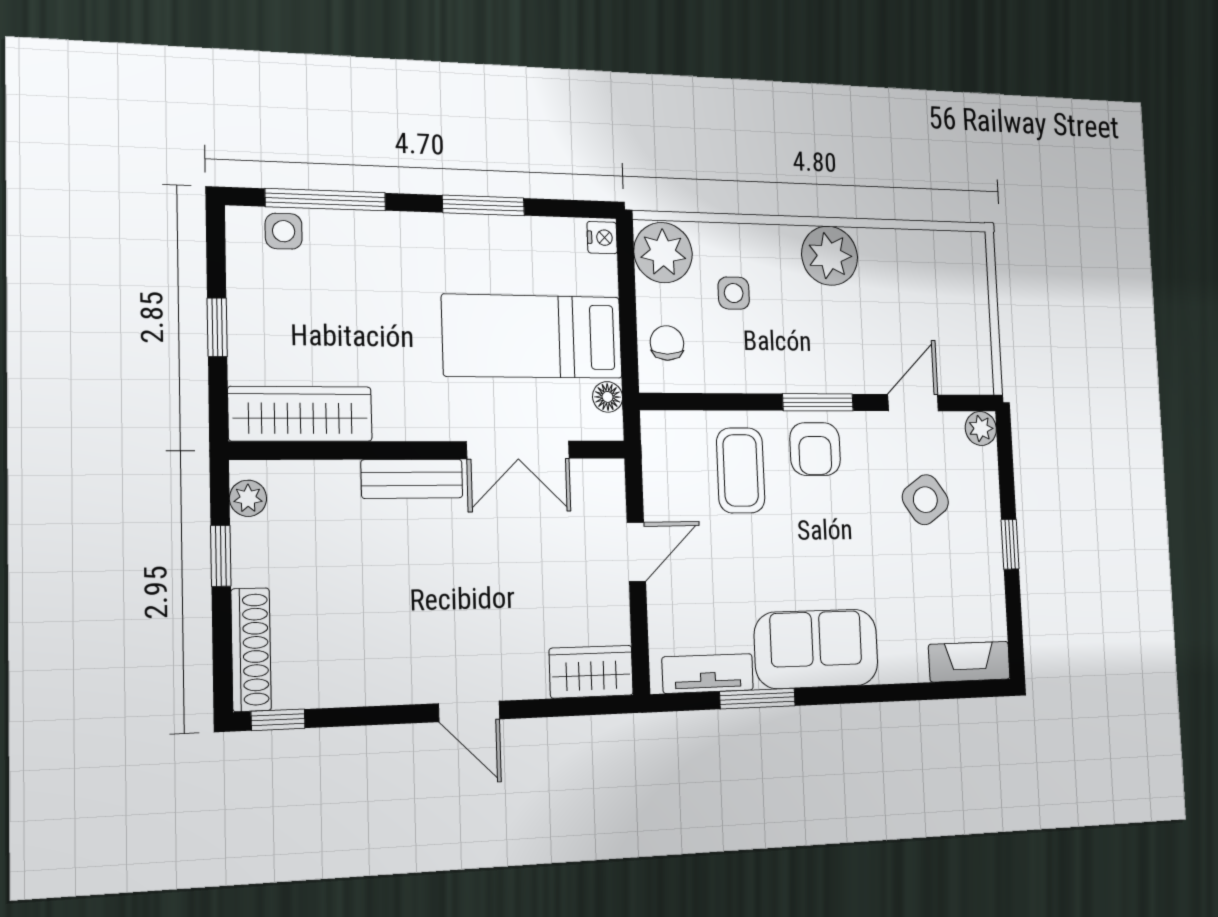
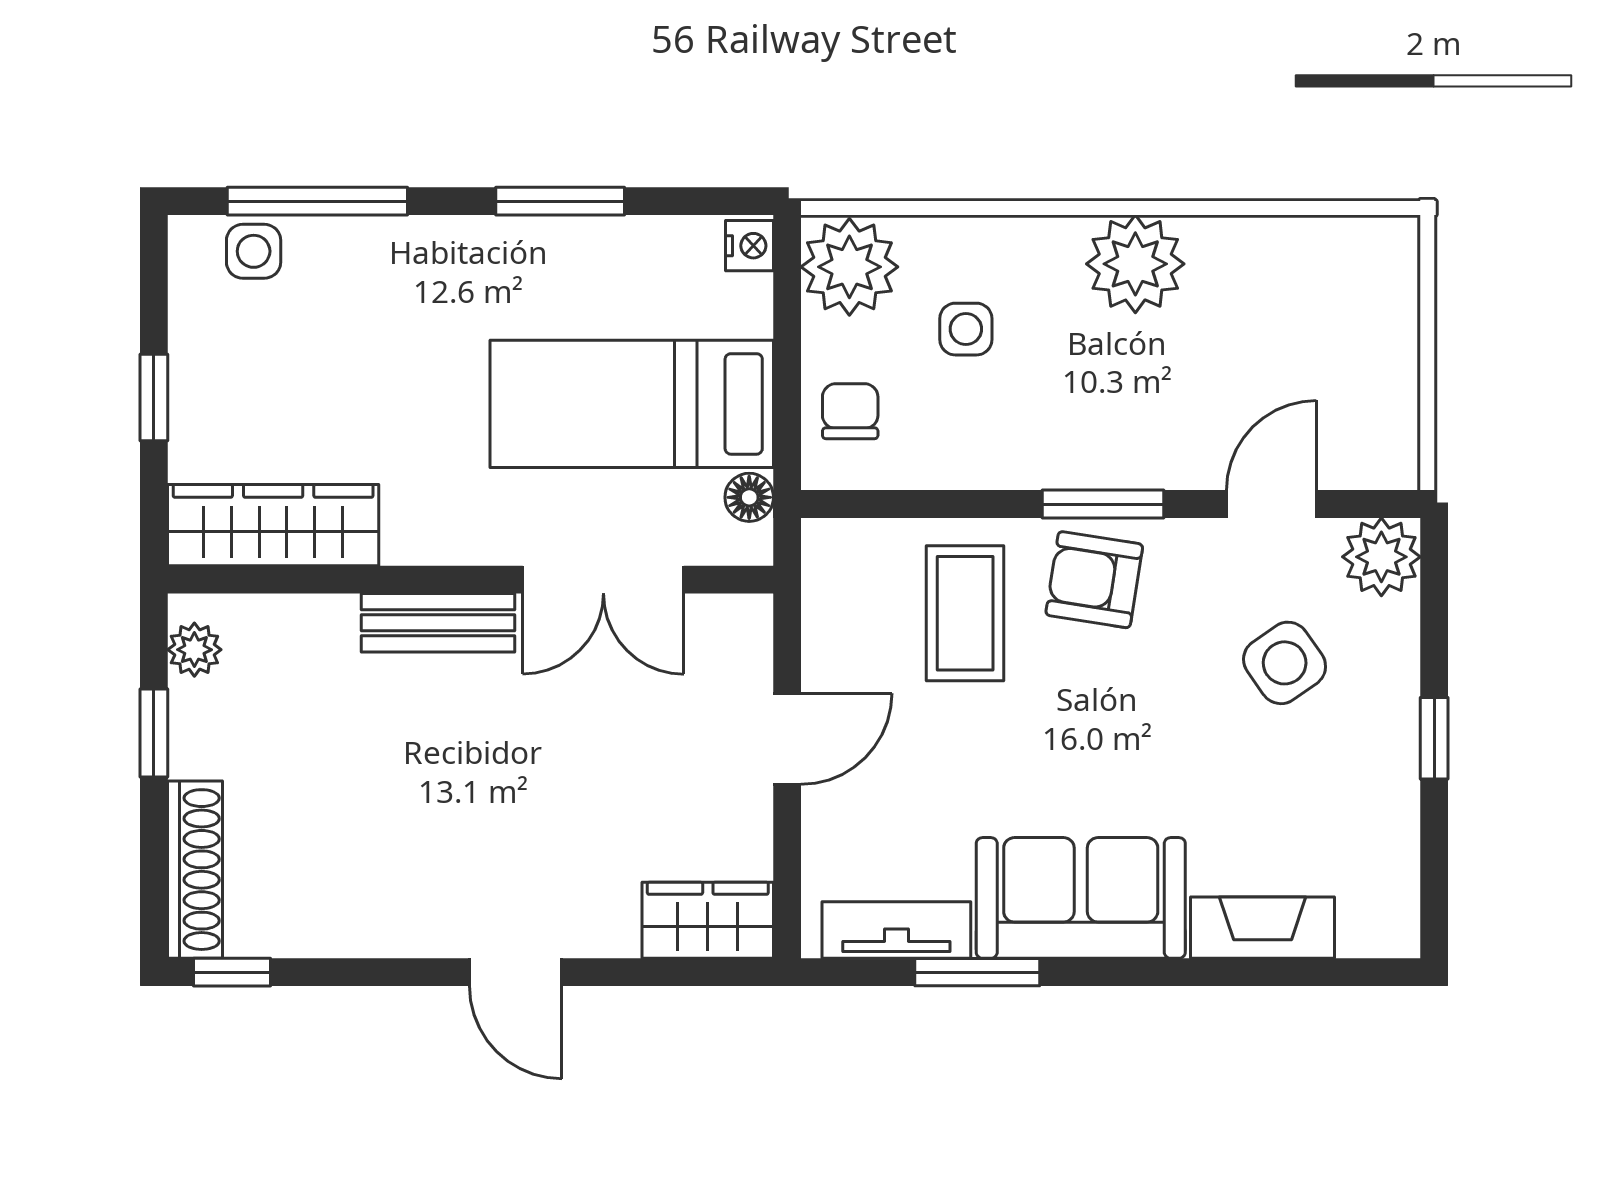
plant: (981, 428) -> (1381, 557), width x1.38, depth x1.38
armchair: (815, 449) -> (1094, 580), turned 99
fireplace: (969, 662) -> (1263, 928), moved

